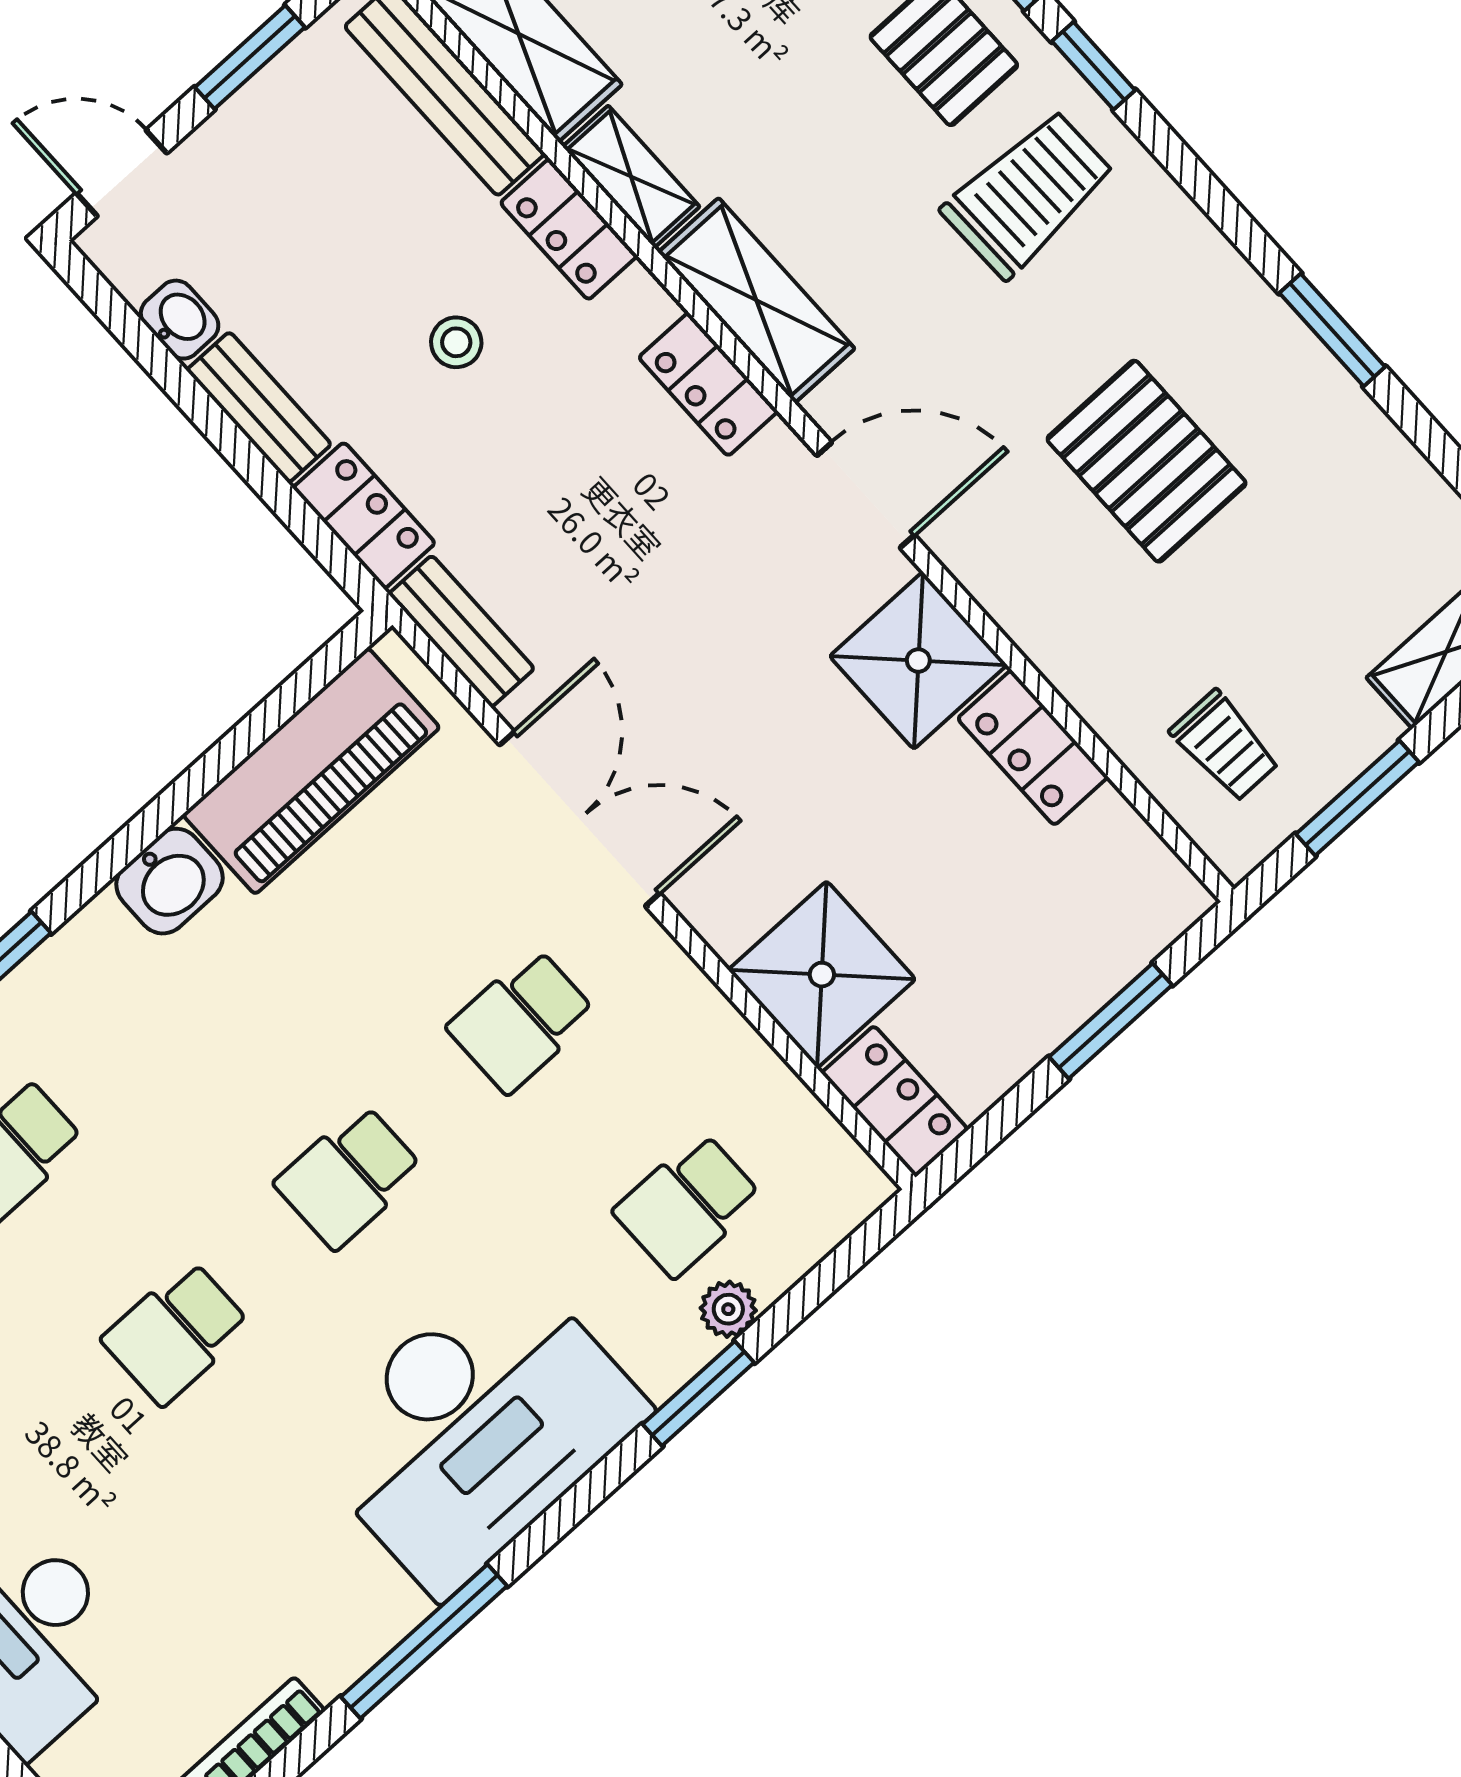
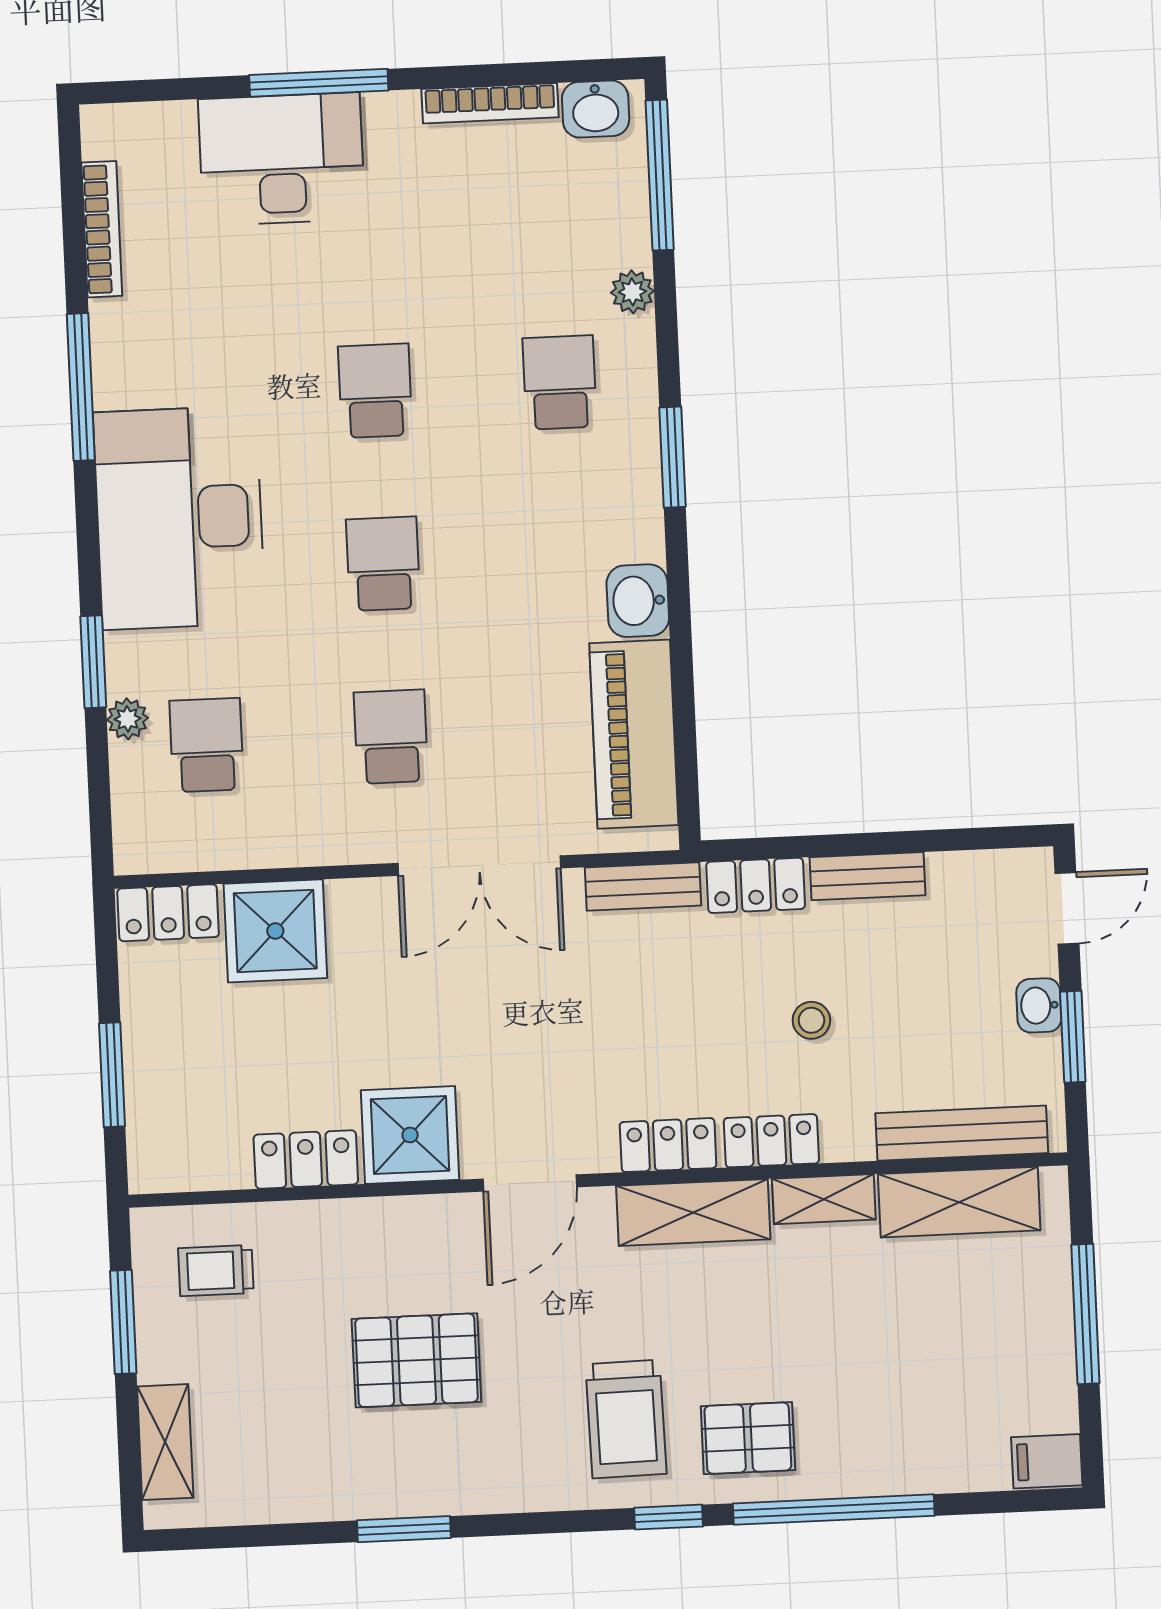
locker: (569, 229) -> (771, 1141), moved
washbasin: (180, 320) -> (1039, 1005), moved, turned 90

